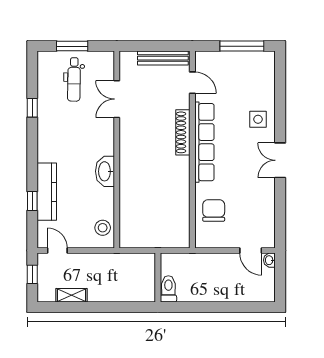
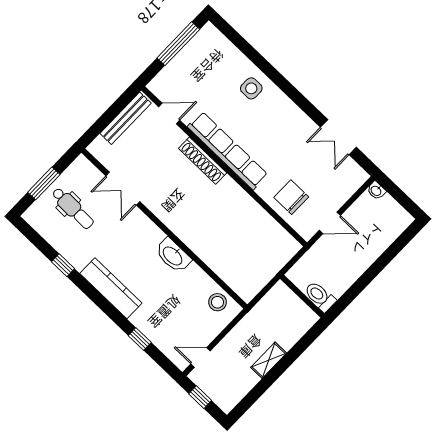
double door: (280, 160) -> (338, 137), moved
kitchen counter: (47, 192) -> (111, 288), moved
door: (251, 251) -> (330, 223), moved
shelving: (72, 295) -> (269, 360), moved

